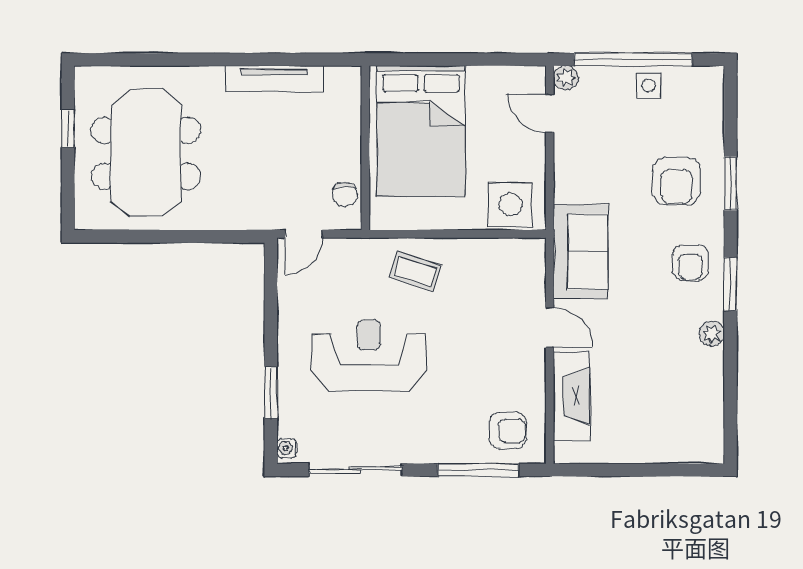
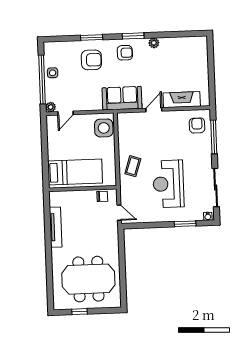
bed: (421, 131) -> (75, 172), width x0.67

